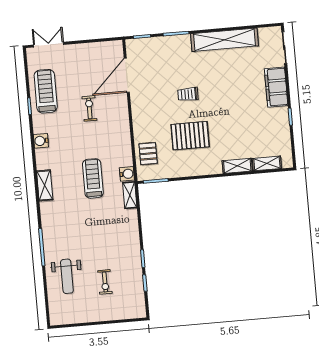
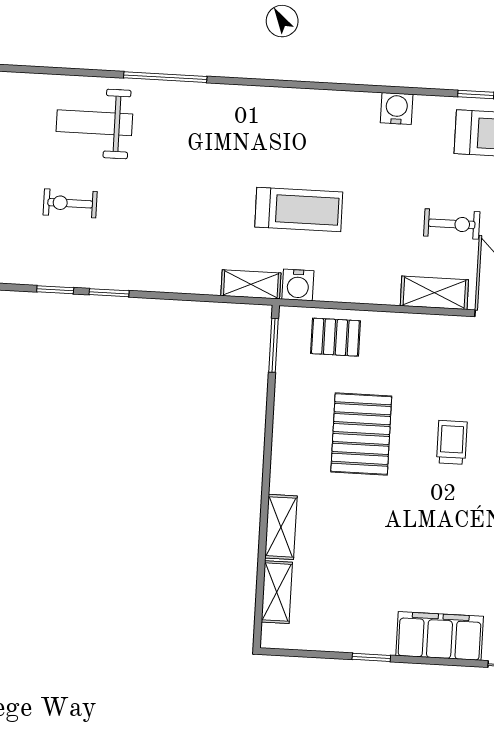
shelving: (45, 185) -> (434, 293), moved

